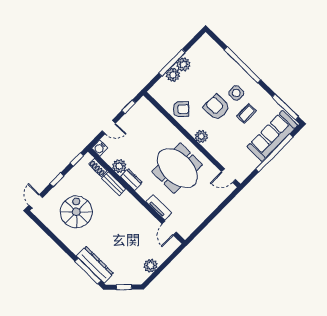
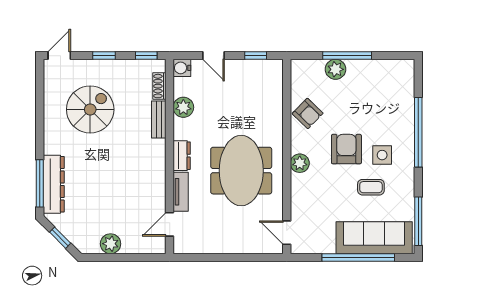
plant: (183, 64) -> (357, 69), removed
dresser: (131, 179) -> (182, 156), moved

